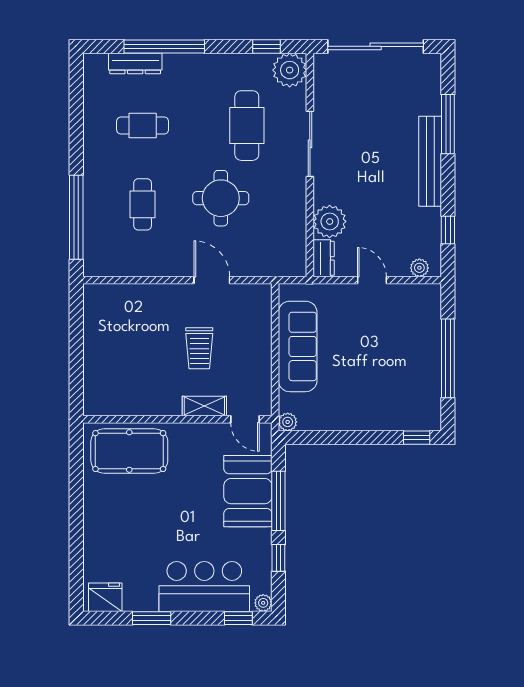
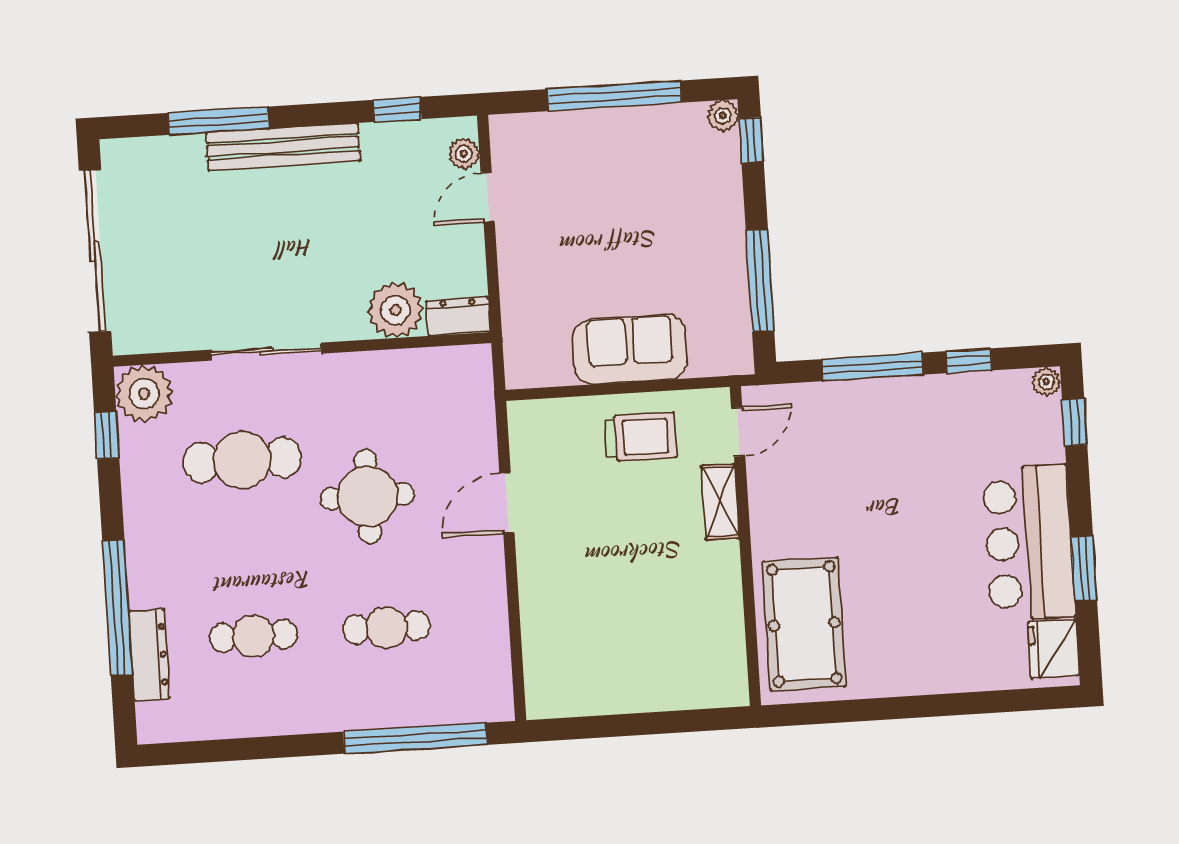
cafe table: (143, 126) -> (253, 636), turned 90
door: (372, 280) -> (488, 197), moved
sofa: (298, 346) -> (630, 349), width x0.73
trolley: (199, 348) -> (641, 437), moved
plant: (288, 422) -> (723, 116), moved
window: (333, 438) -> (760, 281), added
booth: (248, 491) -> (859, 419), removed
bar counter: (204, 587) -> (1029, 543), moved

